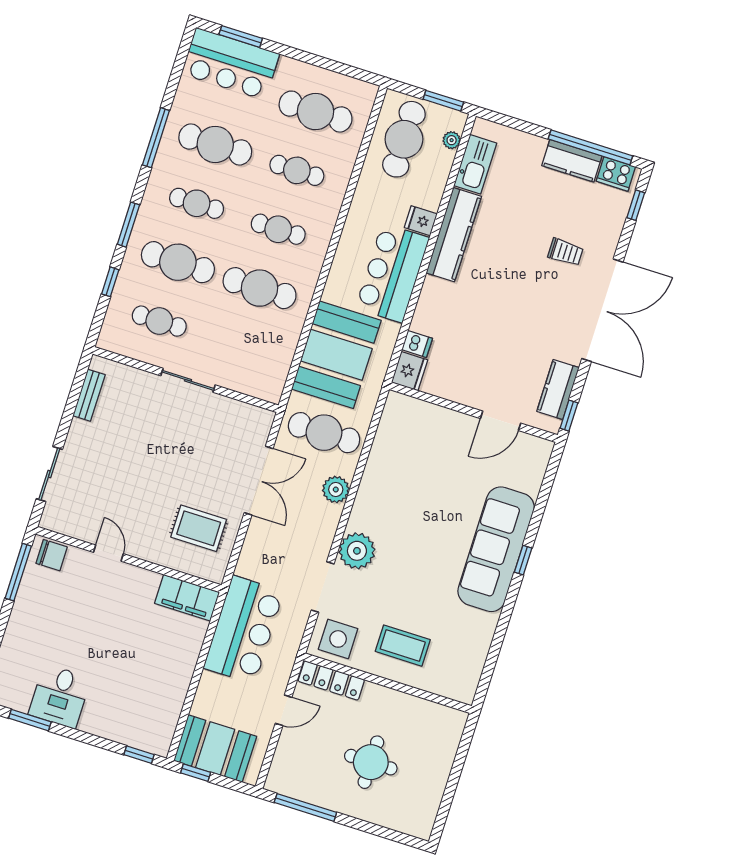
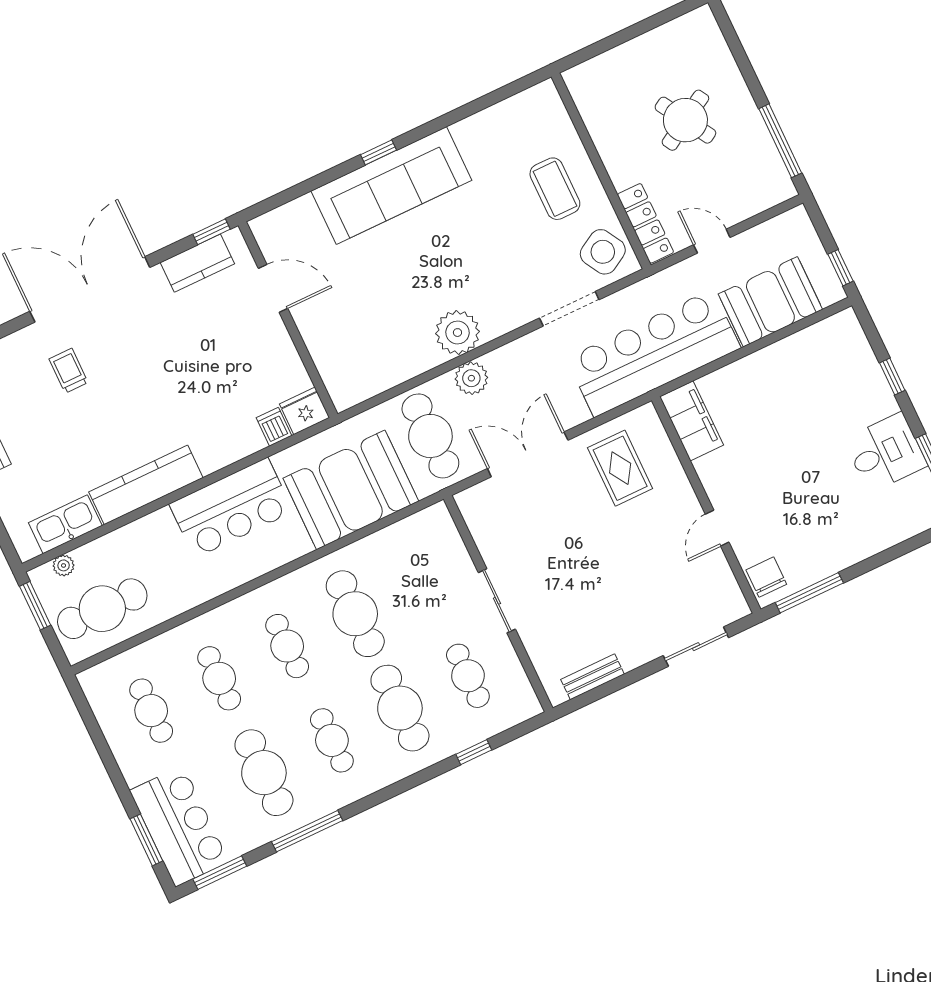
cafe table: (316, 112) -> (151, 711), width x0.73, depth x0.74
fridge: (421, 221) -> (161, 526), removed
window: (128, 225) -> (220, 873), moved
plant: (357, 551) -> (457, 333), moved
bar counter: (244, 630) -> (653, 353), width x1.36
side table: (338, 639) -> (603, 252), turned -30
booth: (215, 749) -> (770, 302), moved, turned 90
window: (139, 755) -> (892, 377), moved
round table: (371, 762) -> (685, 120), turned -31

